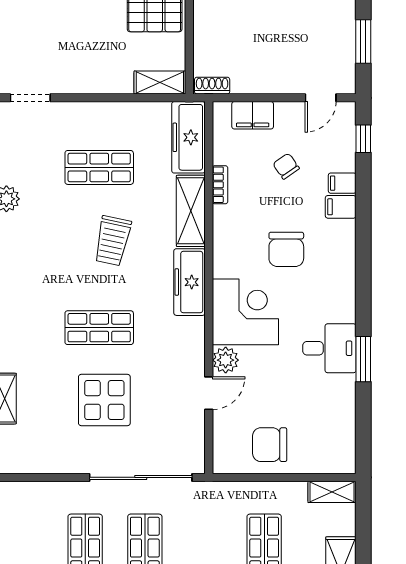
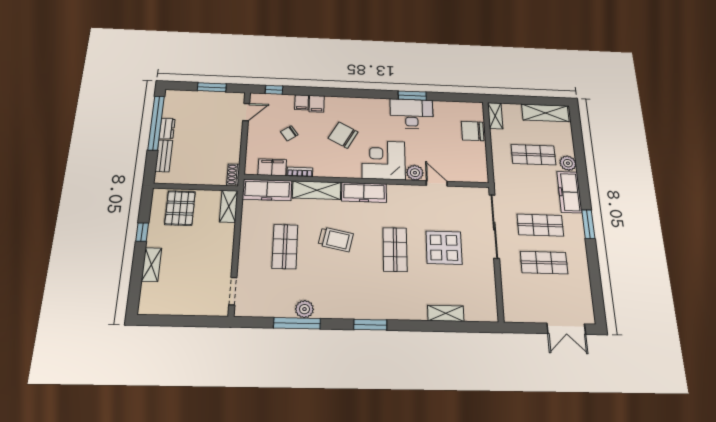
door: (321, 98) -> (246, 112), hinge flipped
filing cabinet: (253, 115) -> (272, 167), moved, turned -90
chair: (286, 249) -> (343, 135), turned -151
desk: (329, 348) -> (412, 114), width x1.37
chair: (270, 445) -> (473, 131), moved, turned 90

